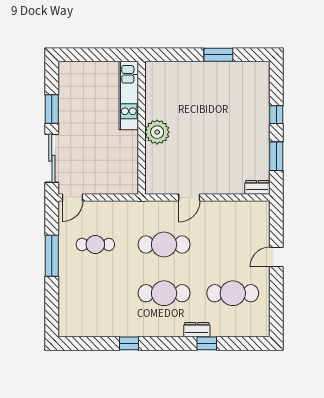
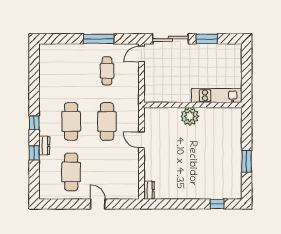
window: (276, 115) -> (217, 204), moved
window: (276, 156) -> (172, 204), removed
door: (73, 198) -> (142, 54), hinge flipped
window: (129, 343) -> (34, 123), moved

